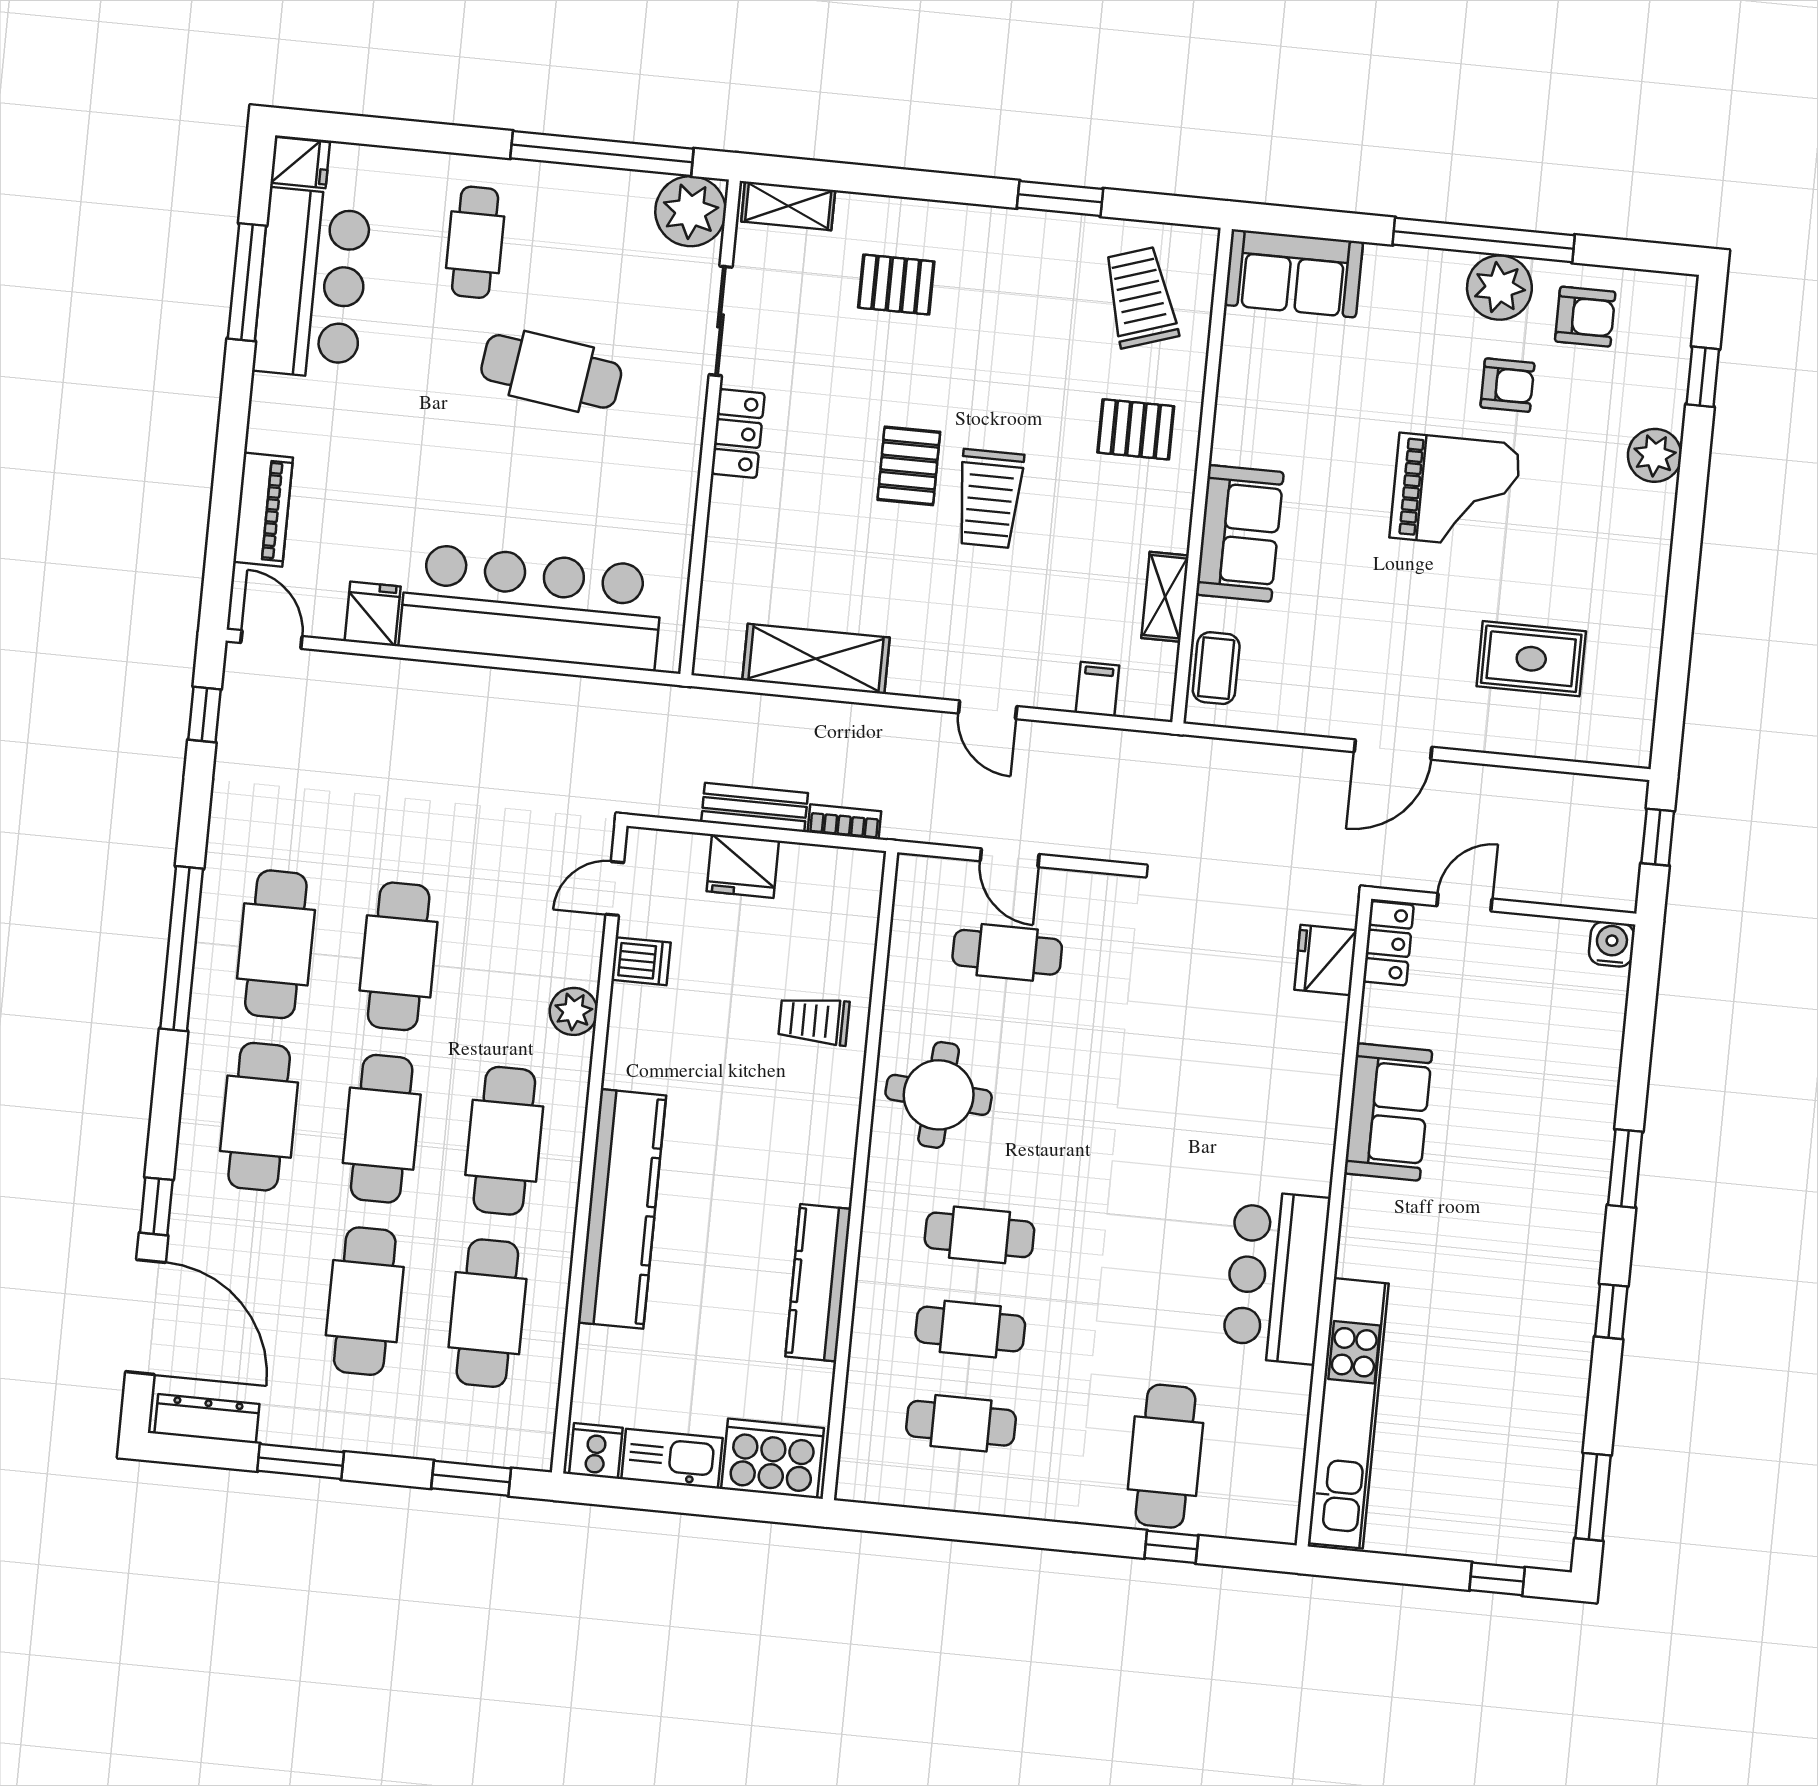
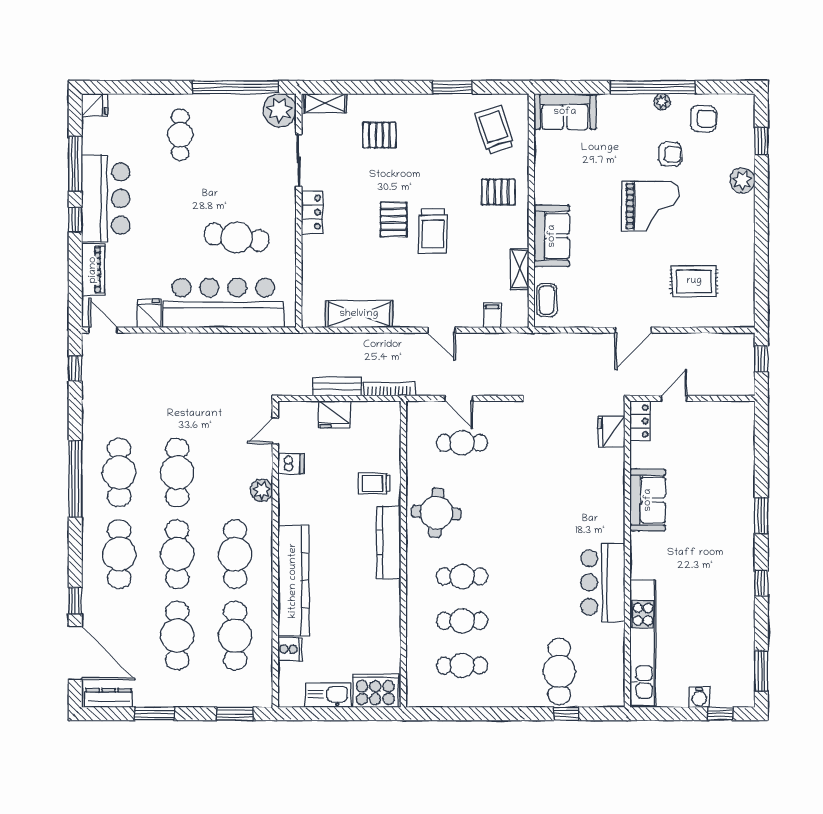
bar counter: (312, 284) -> (106, 199), moved
plant: (1499, 288) -> (662, 102), width x0.53, depth x0.53
cafe table: (551, 371) -> (237, 237), moved
window: (235, 400) -> (75, 220), added
bookcase: (844, 822) -> (389, 389), width x1.56
water cooler: (1612, 944) -> (699, 697), moved, turned 180
kitchen counter: (818, 1283) -> (389, 542), moved
cooker: (596, 1451) -> (290, 649), moved, turned 90

